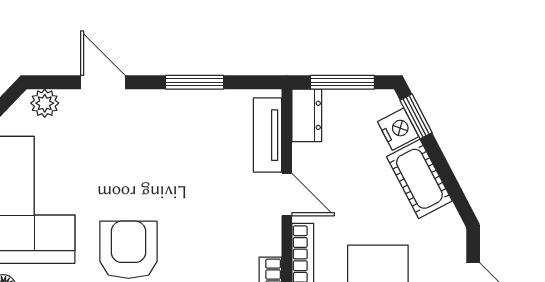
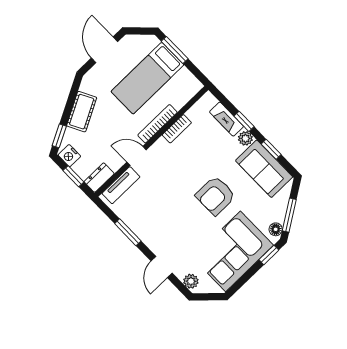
window: (342, 82) -> (73, 176), width x0.67
nightstand: (398, 129) -> (69, 156), moved, turned -63
door: (287, 195) -> (136, 156), hinge flipped

